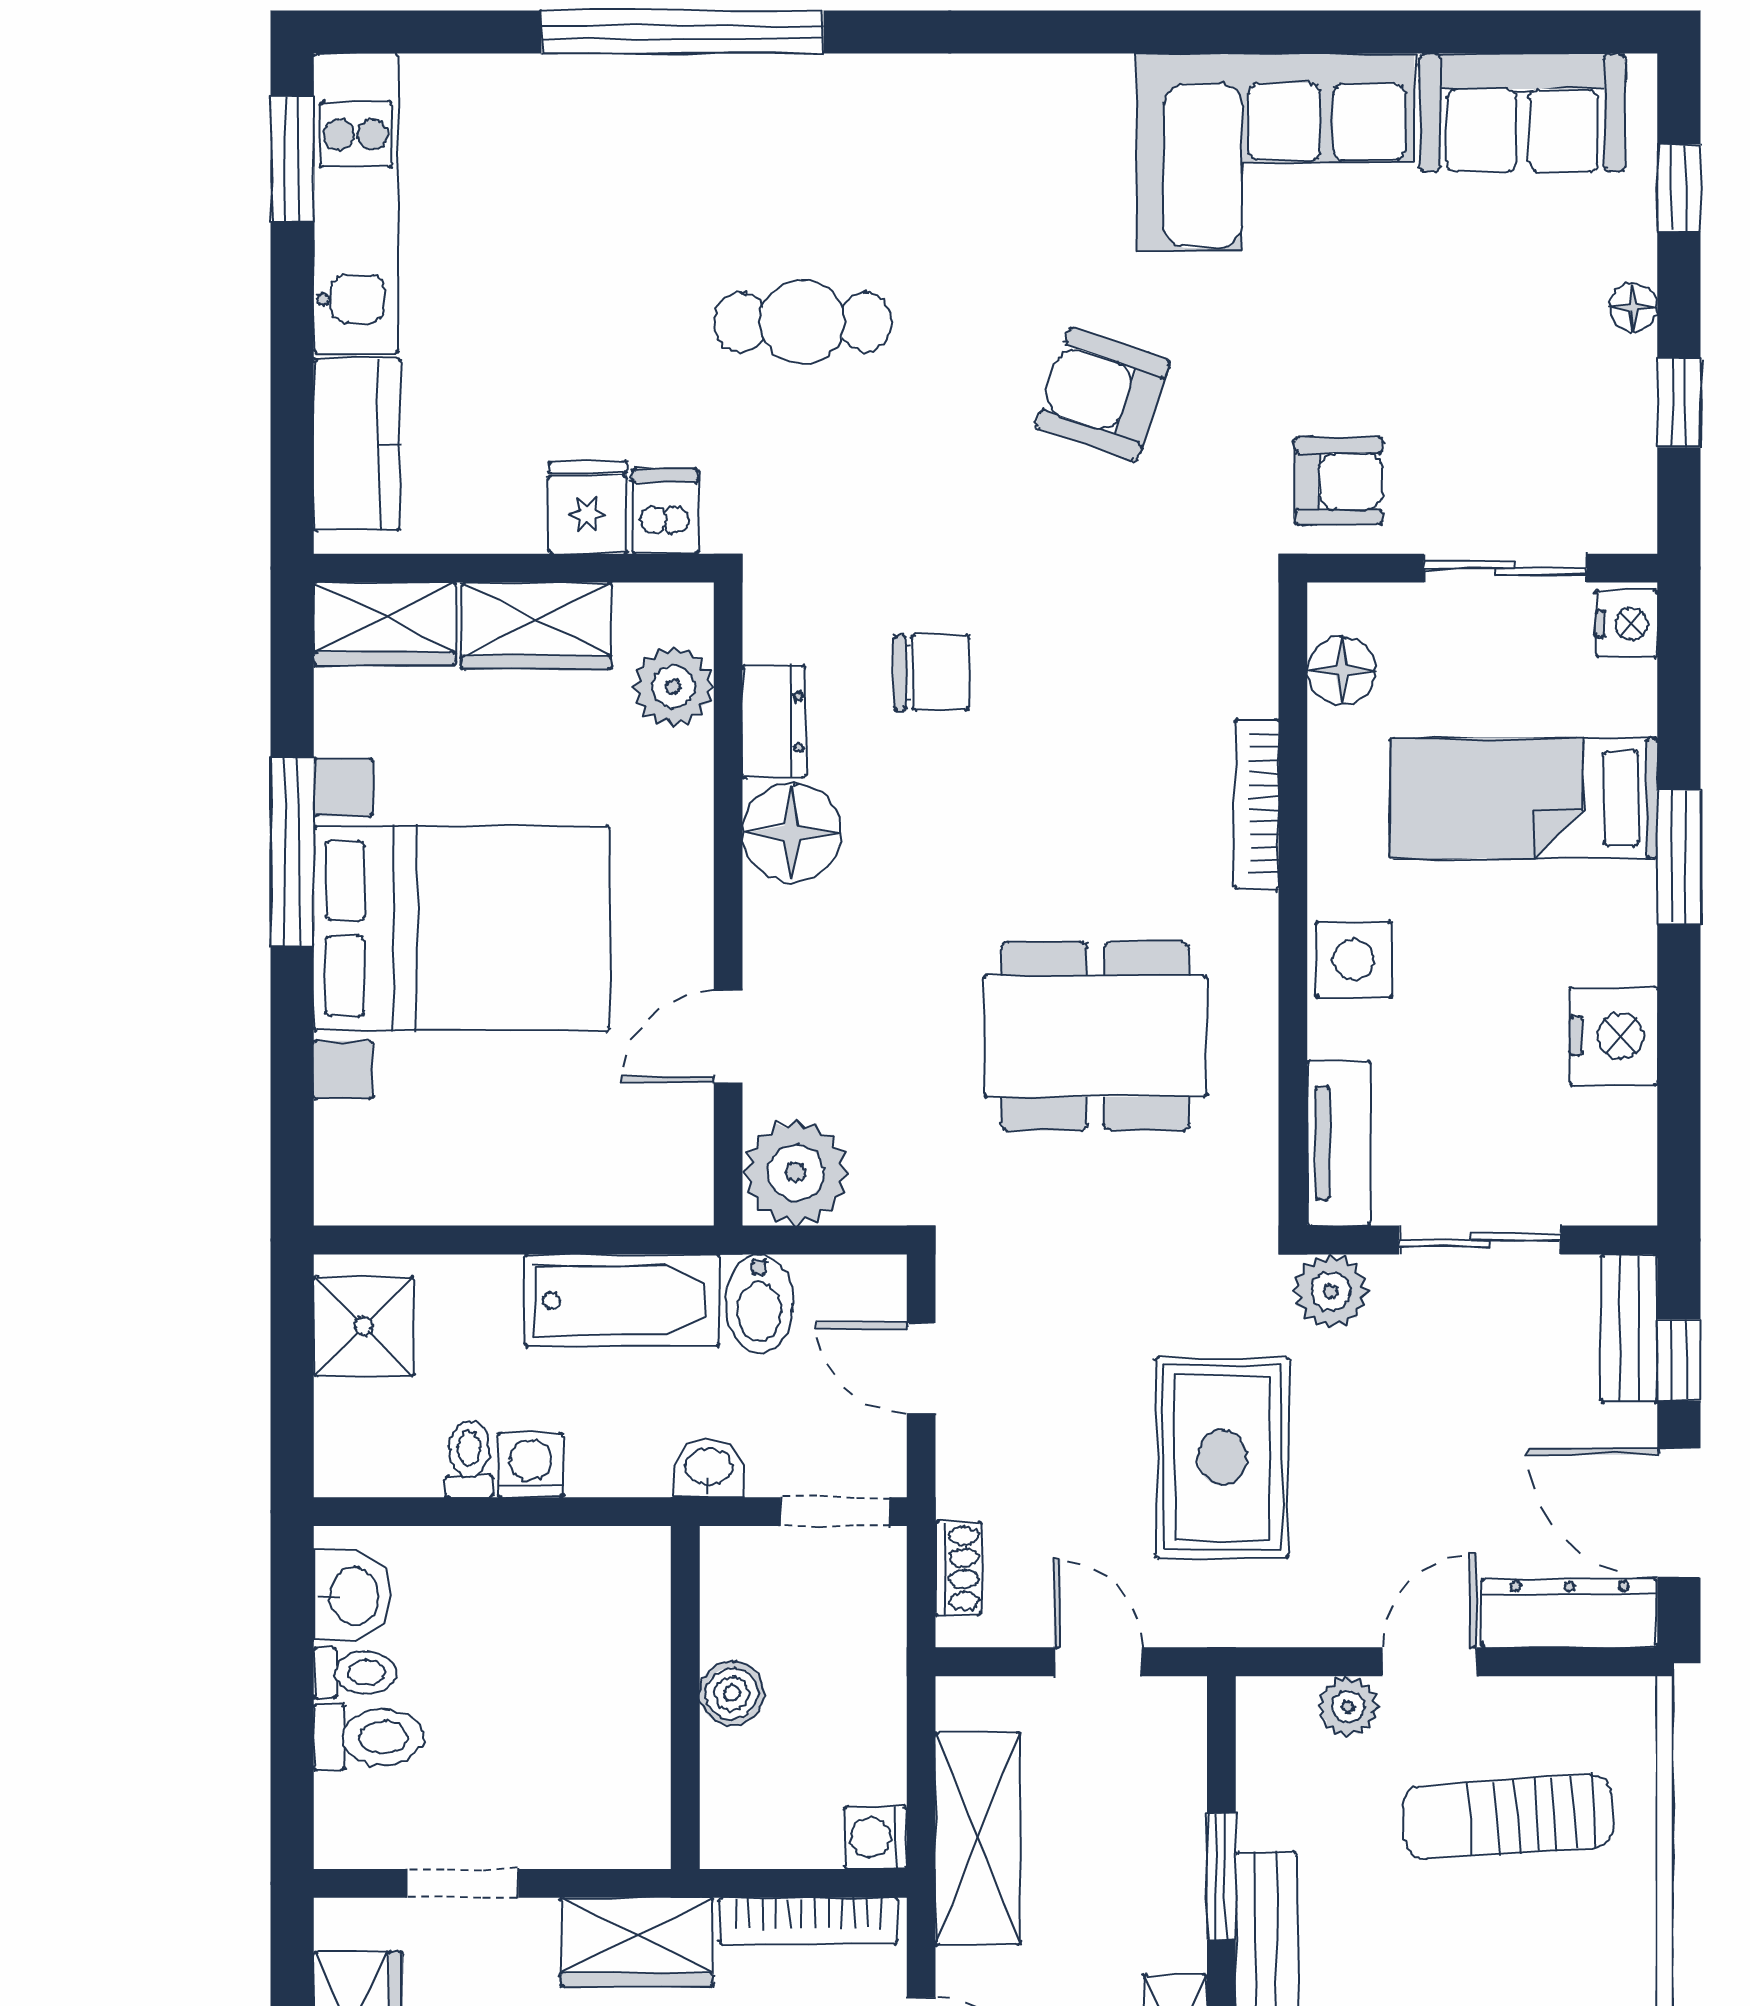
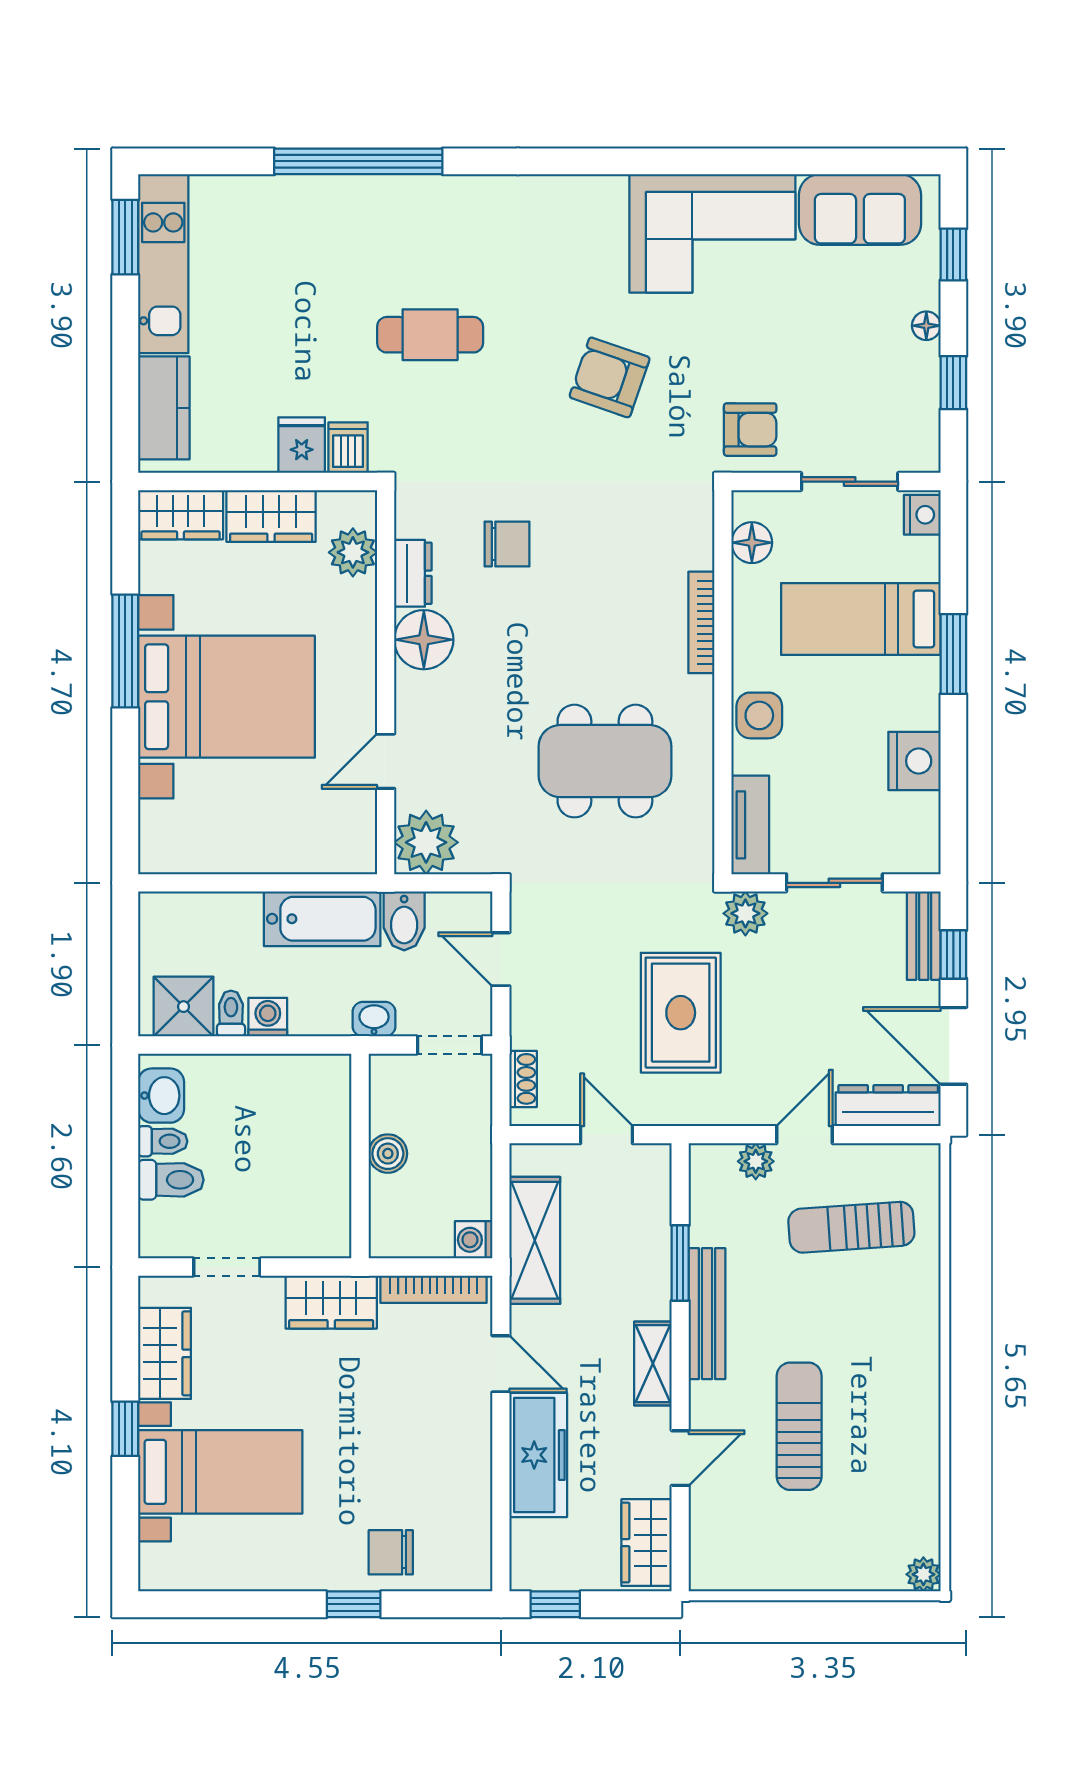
shower: (364, 1326) -> (184, 1007), moved

